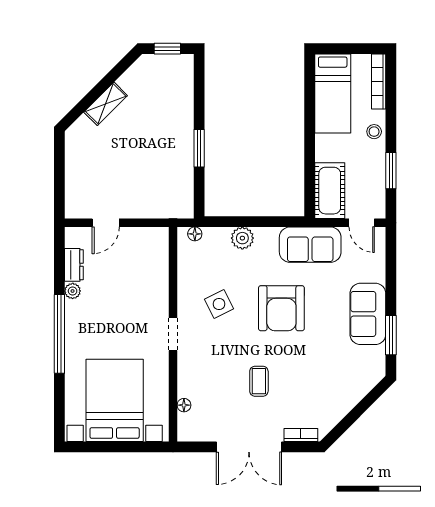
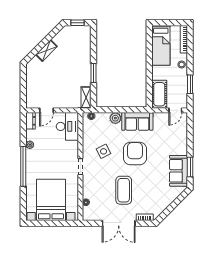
shelving: (184, 197) -> (86, 97), added
door: (362, 223) -> (175, 110), hinge flipped
sofa: (310, 245) -> (137, 121), moved
desk: (147, 254) -> (67, 126), added
dresser: (74, 265) -> (30, 121), moved
armchair: (281, 308) -> (135, 153), turned 180
sofa: (368, 314) -> (178, 171), moved
coffee table: (259, 381) -> (124, 190), width x1.86, depth x1.72

